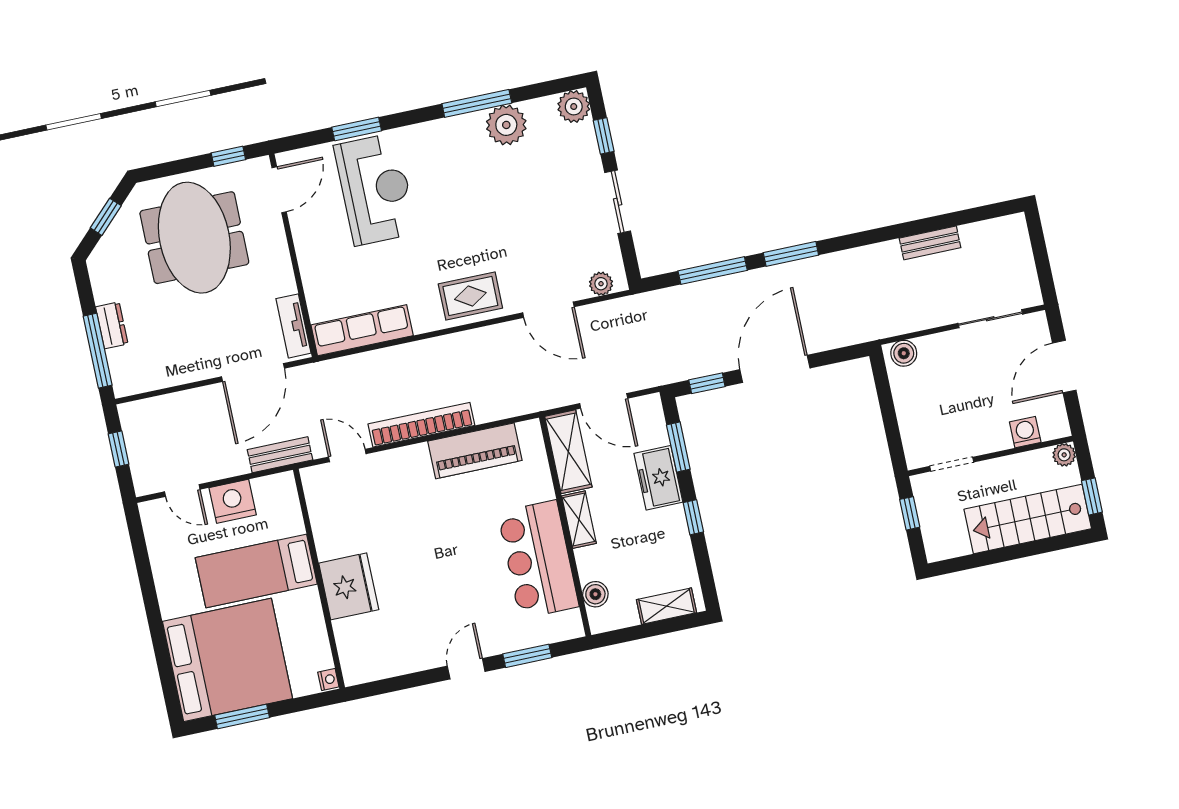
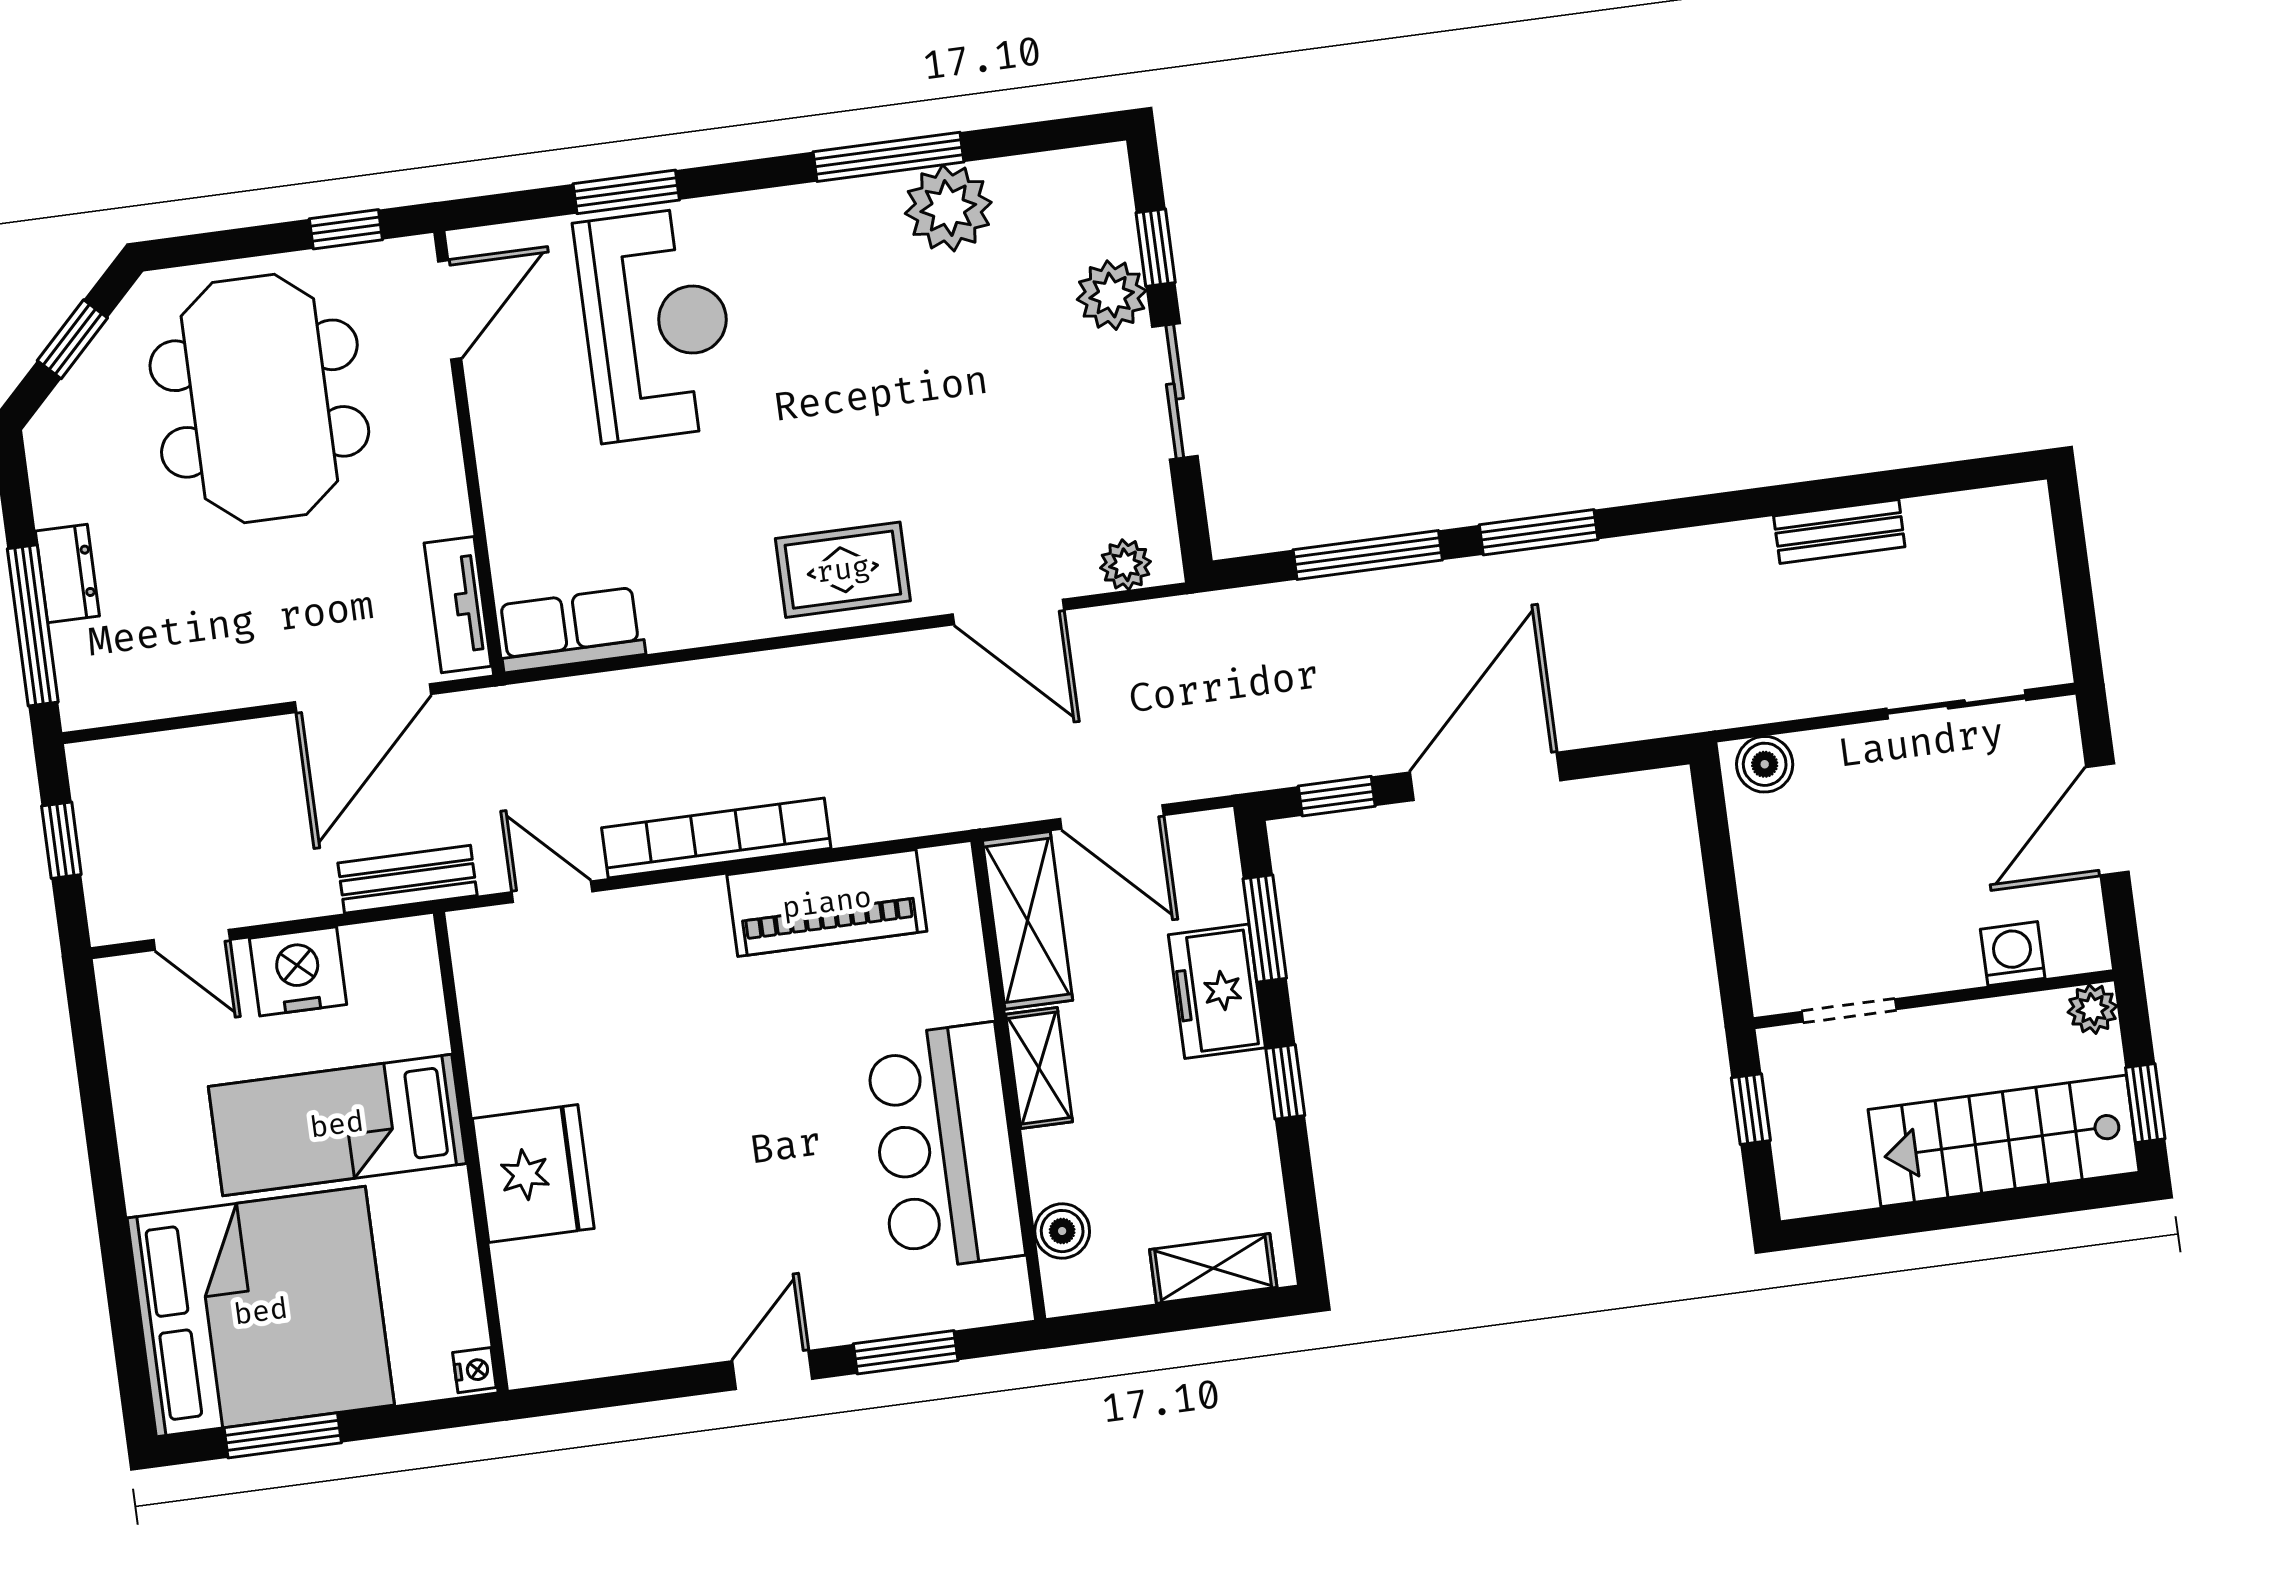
plant: (574, 106) -> (1112, 295), moved
row of seats: (362, 330) -> (571, 630), width x0.68

